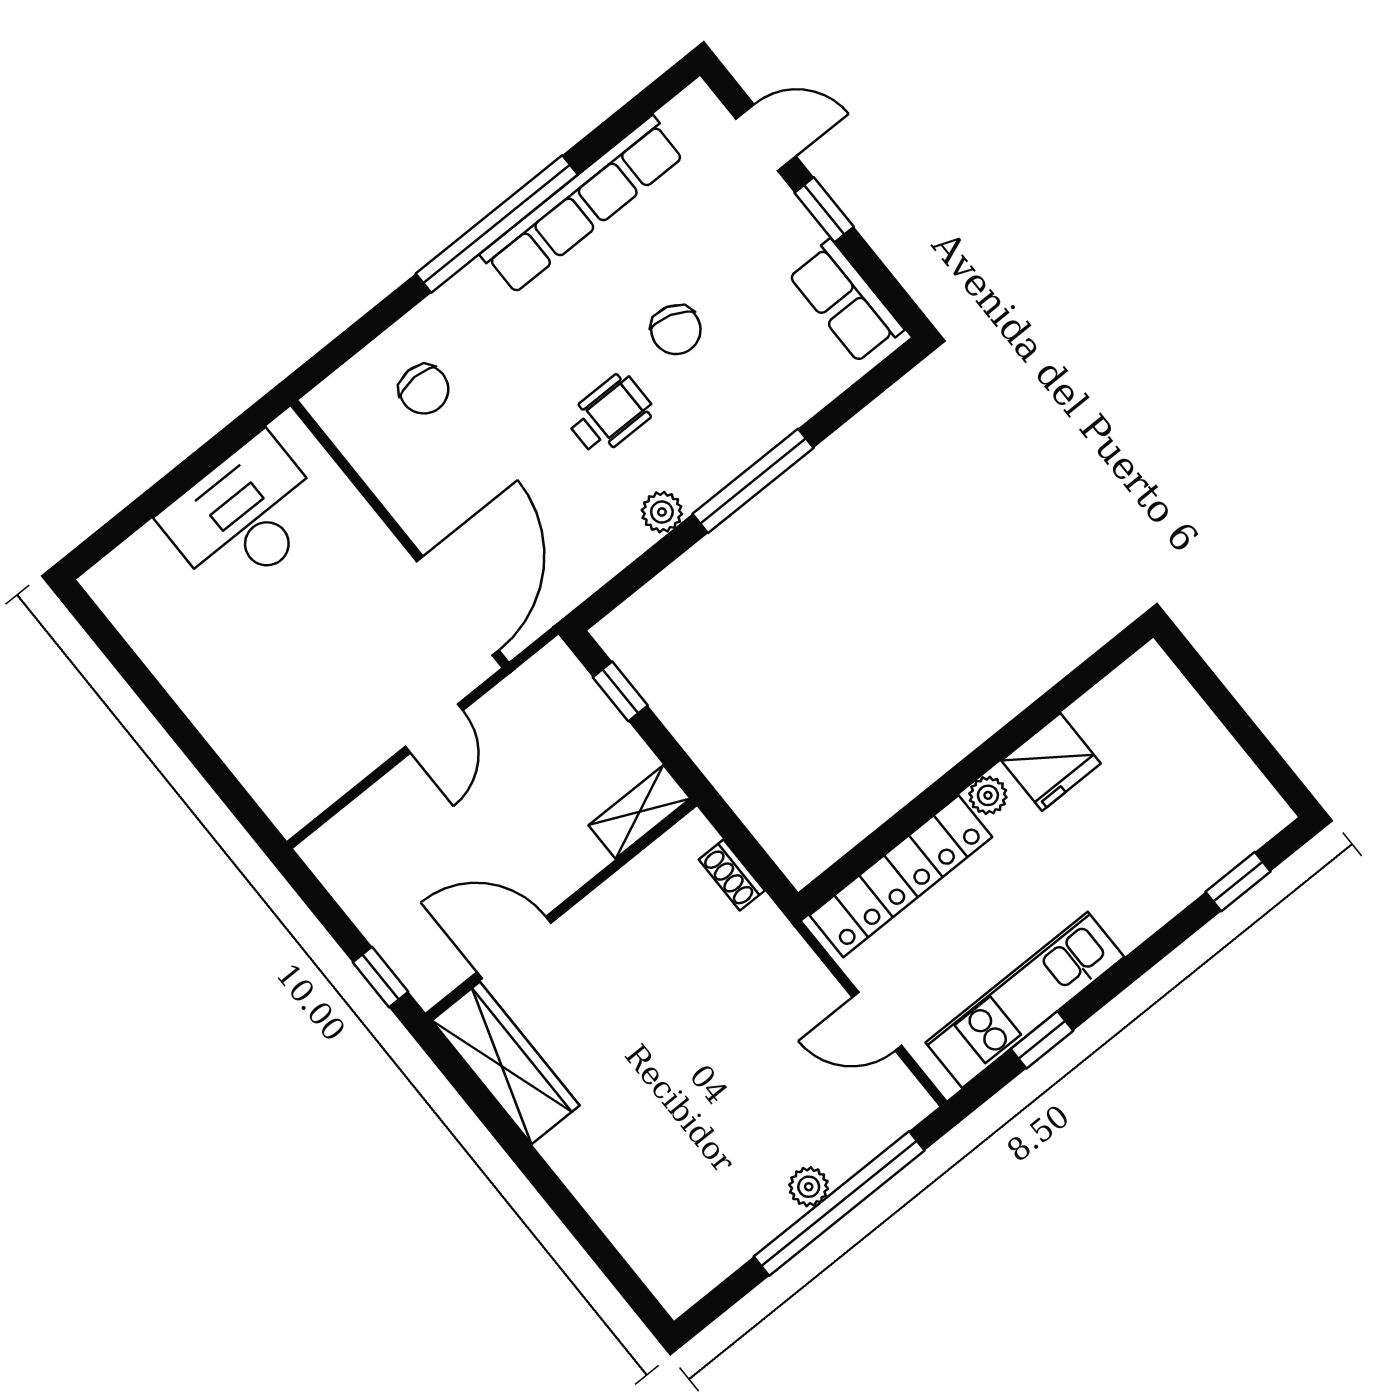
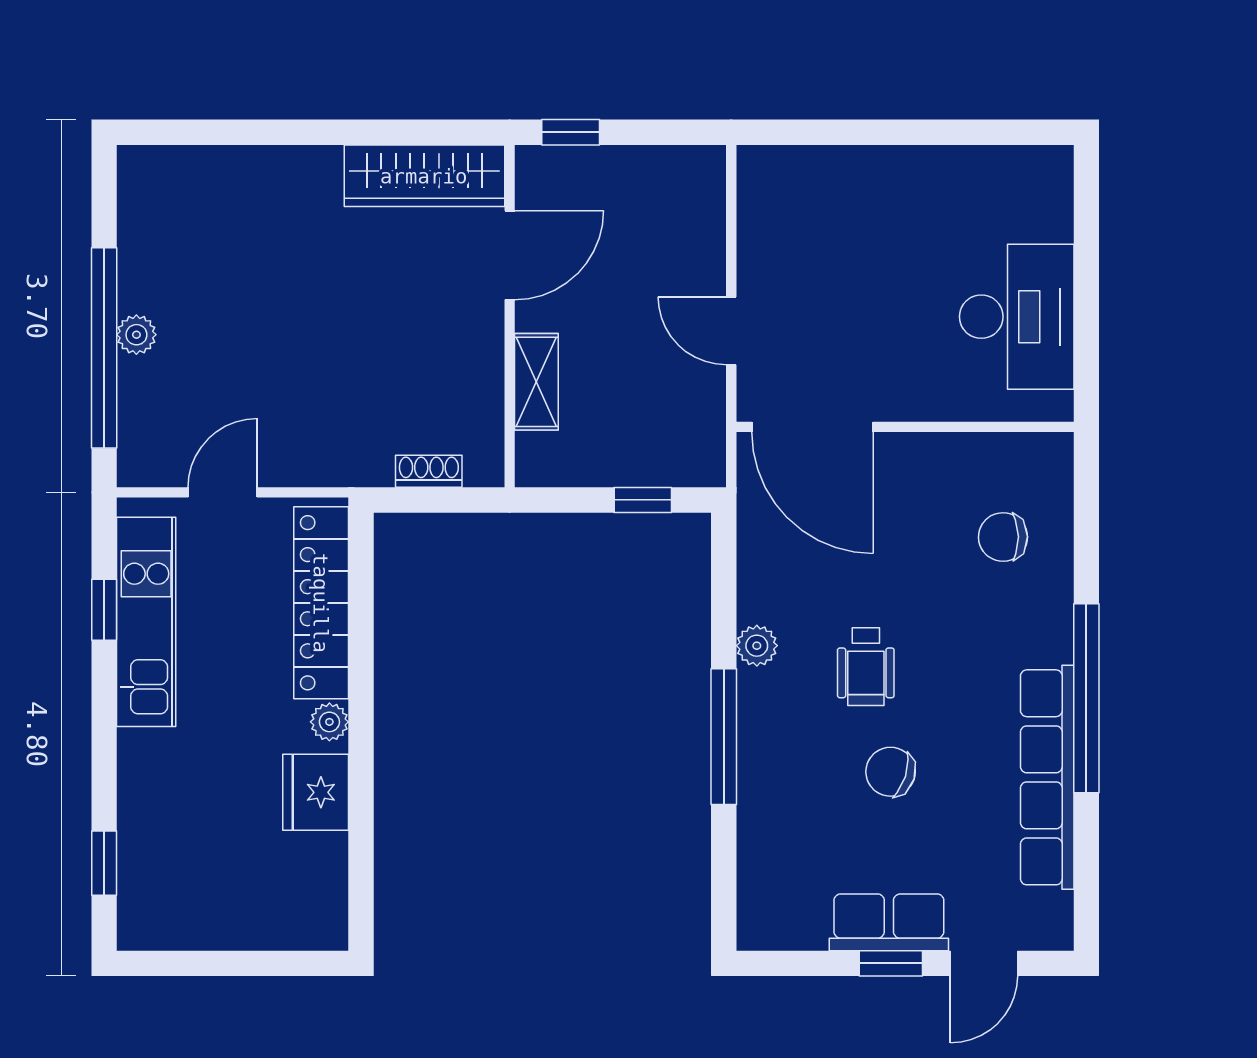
row of seats: (846, 301) -> (889, 922), moved
shelving: (640, 812) -> (536, 382), moved

